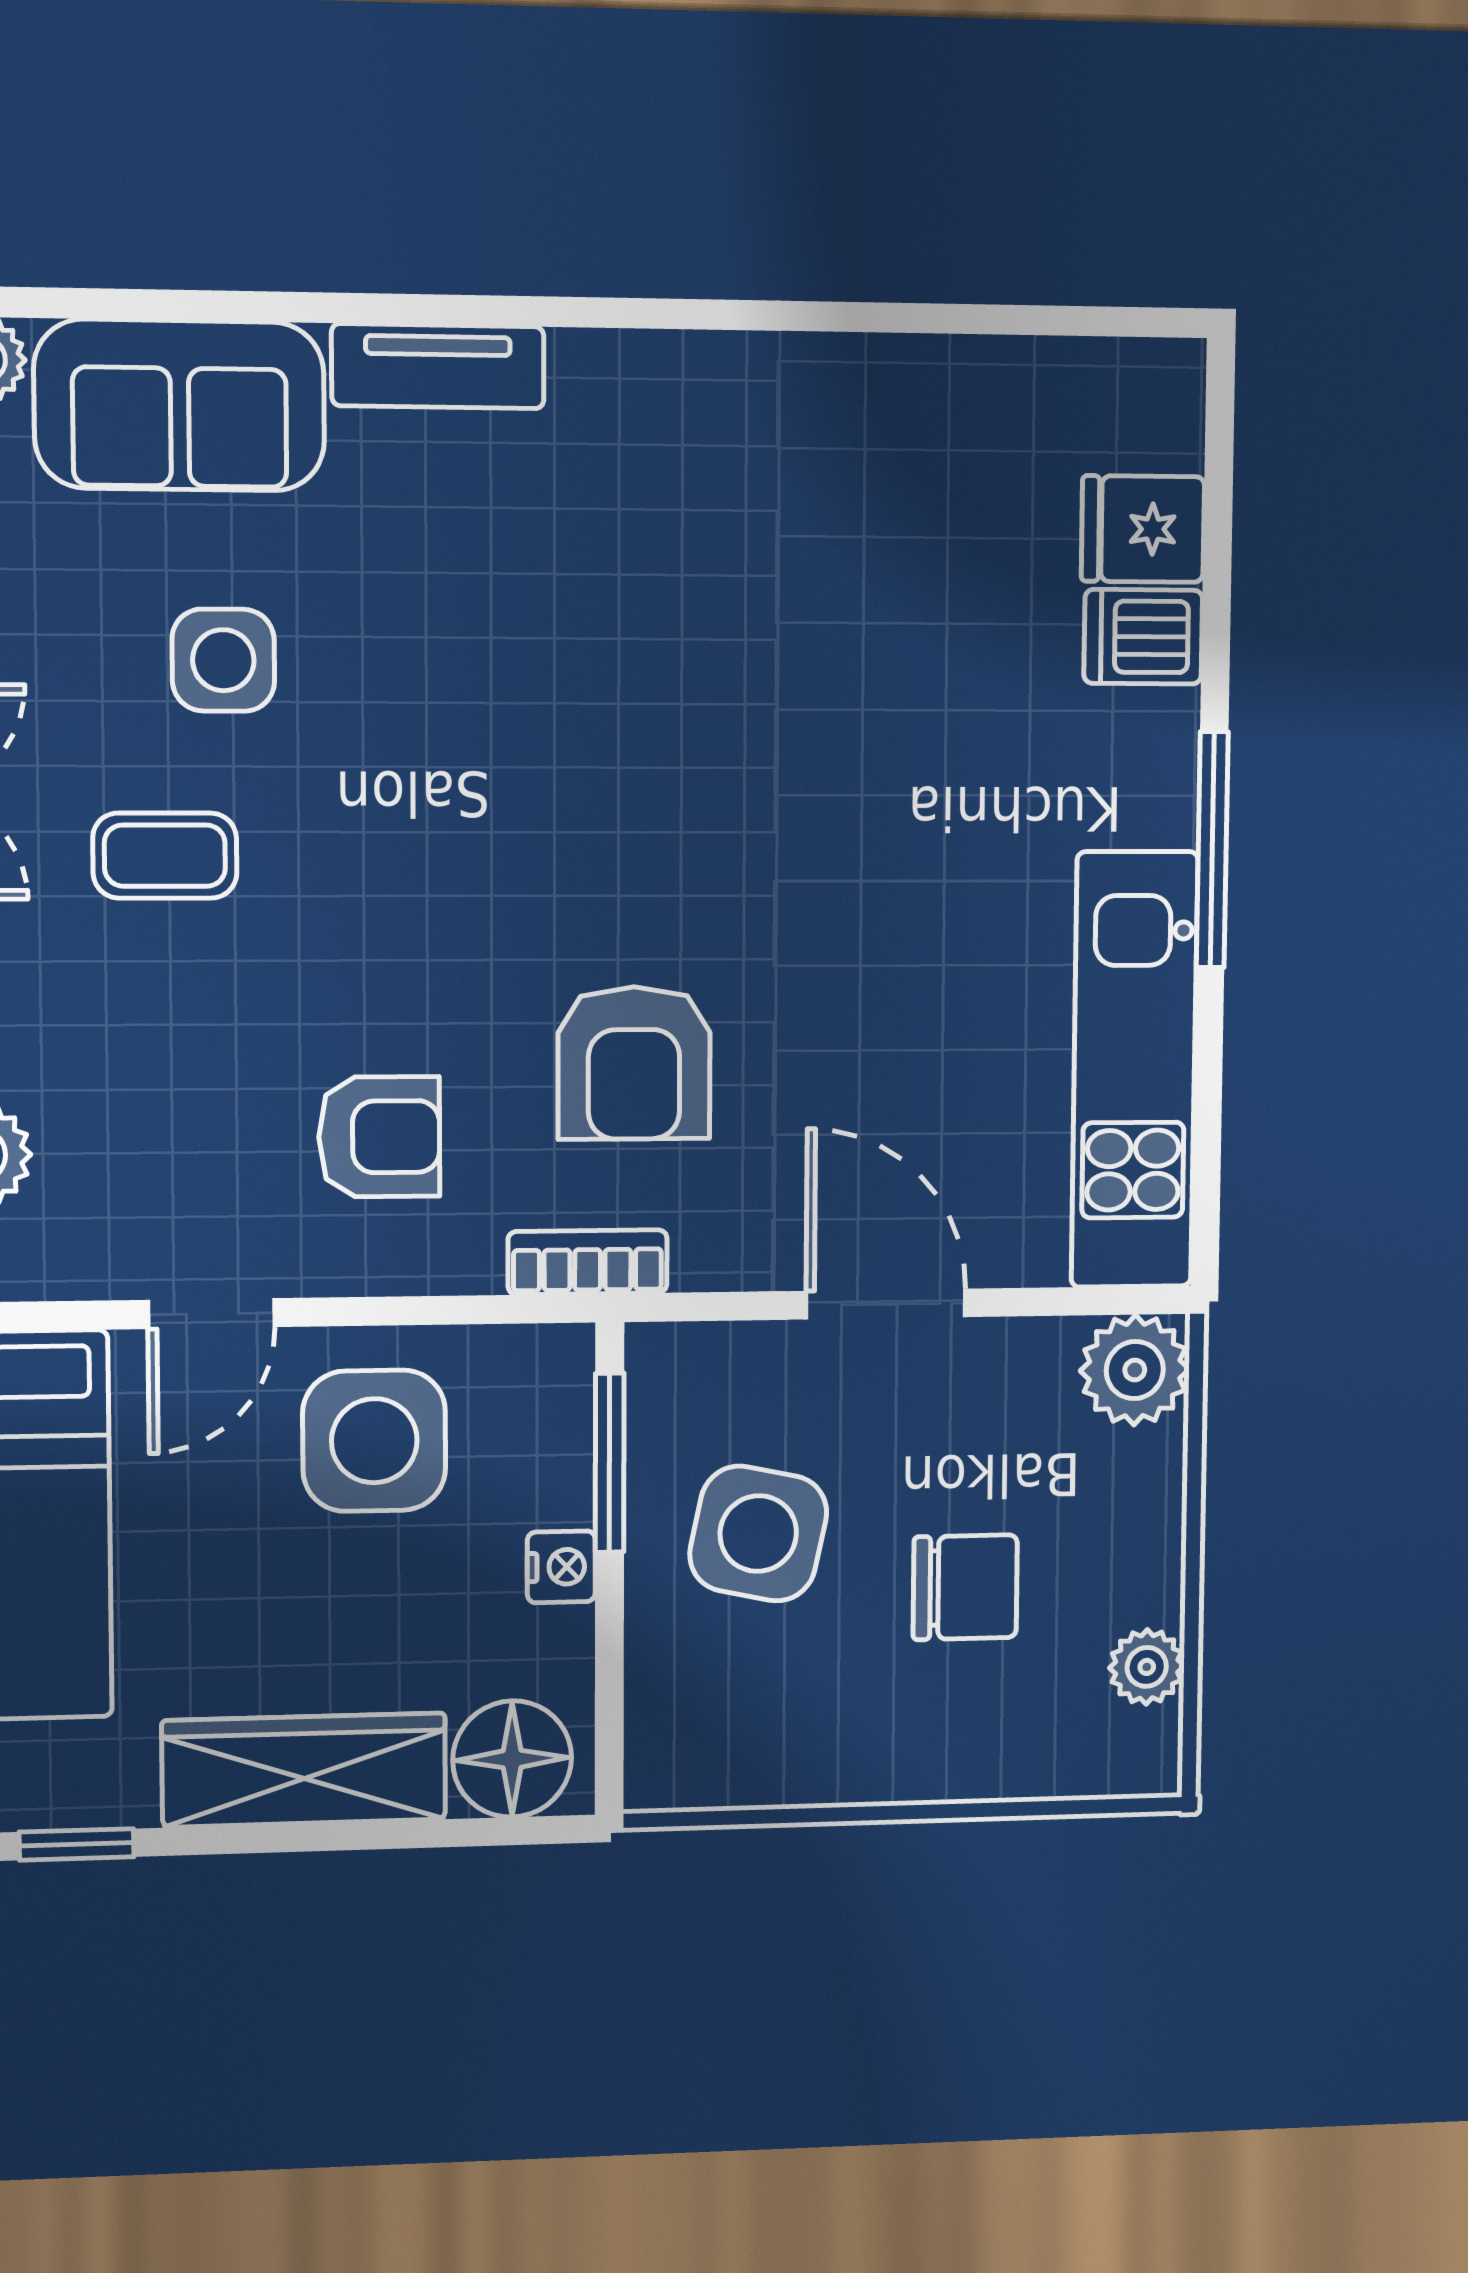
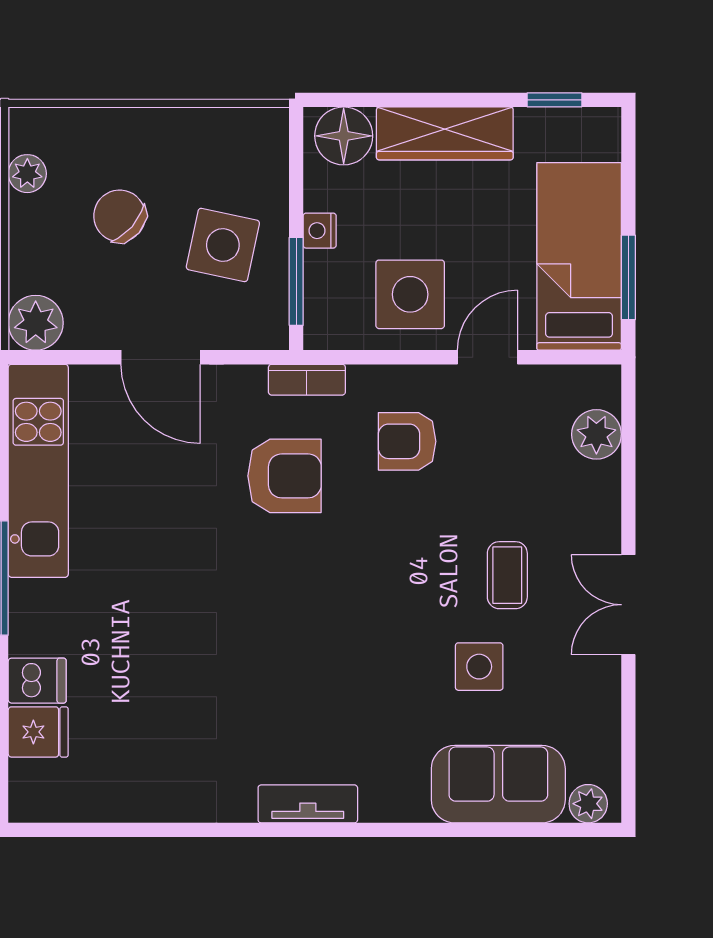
tv unit: (438, 366) -> (308, 804), moved
coffee table: (165, 856) -> (507, 575), turned 90
armchair: (634, 1063) -> (285, 476), turned 90
chair: (965, 1587) -> (120, 216), turned 41

